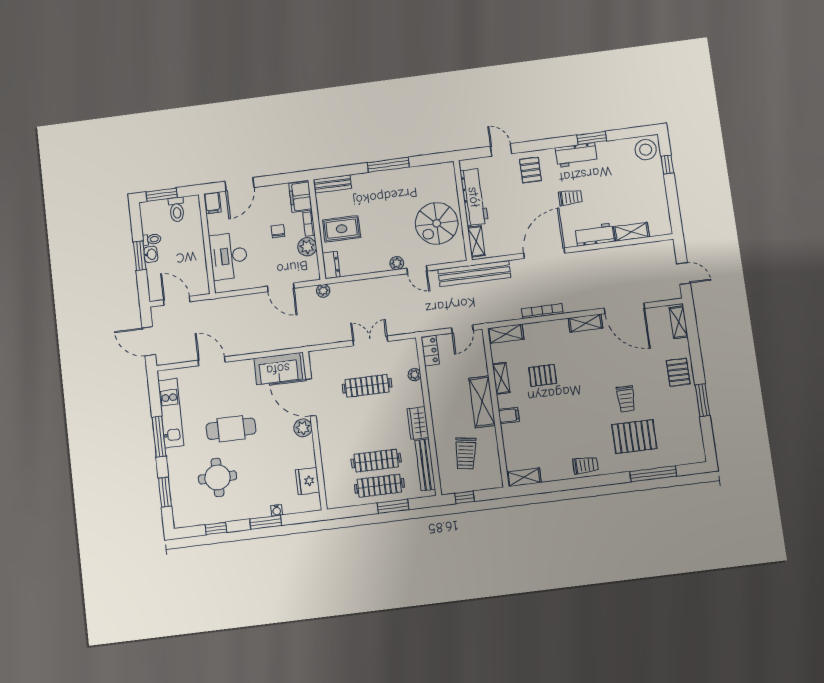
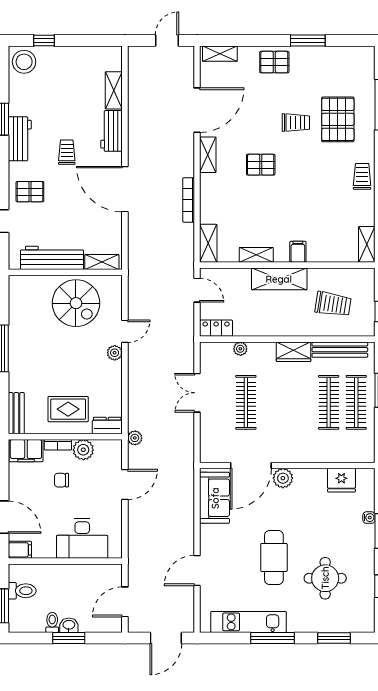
rug: (342, 229) -> (68, 409), turned 90
bench: (474, 274) -> (137, 269), removed
pallet: (543, 375) -> (261, 165), moved, turned 90

